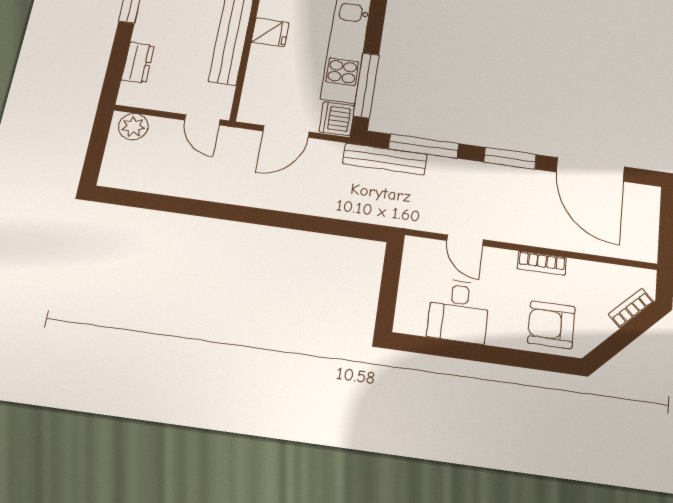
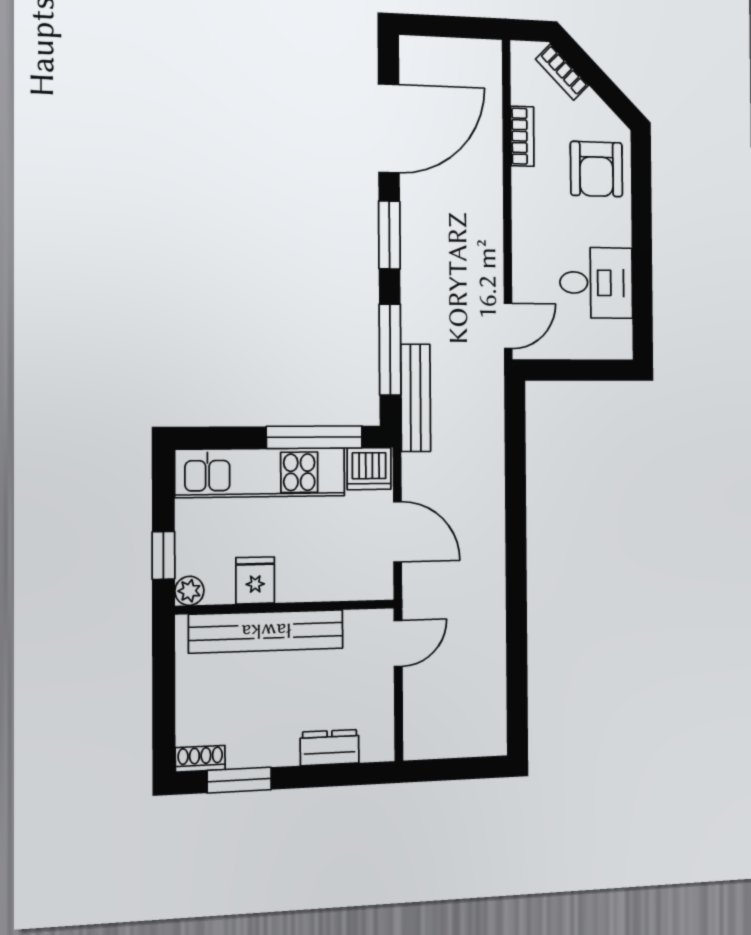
plant: (133, 127) -> (421, 730), removed
door: (465, 240) -> (508, 326), moved
bookcase: (542, 263) -> (522, 136), moved

